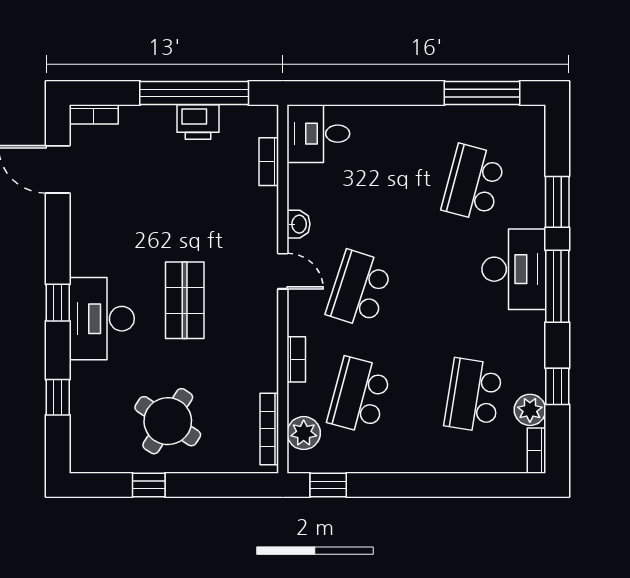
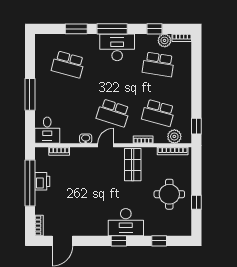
window: (482, 93) -> (30, 94), moved
desk: (514, 269) -> (117, 47), moved
shop shelf: (185, 300) -> (133, 165), moved, turned 90
round table: (168, 421) -> (169, 194), turned -33

